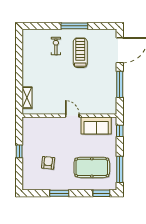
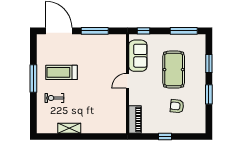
shelving: (27, 98) -> (69, 128), moved
piano: (35, 123) -> (135, 119), added
pool table: (92, 167) -> (174, 70), moved
window: (101, 193) -> (209, 64), moved

